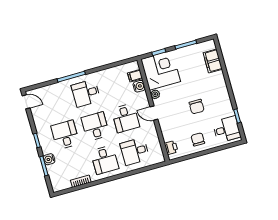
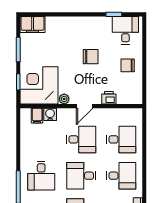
filing cabinet: (213, 61) -> (33, 24), moved
printer: (171, 148) -> (109, 98), moved
desk: (135, 151) -> (121, 139), turned -90

